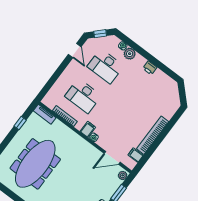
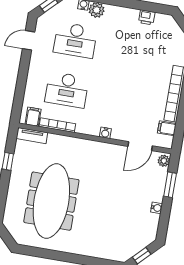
door: (75, 51) -> (29, 40), swing flipped
printer: (150, 68) -> (147, 17), moved
filing cabinet: (88, 129) -> (33, 117), moved

